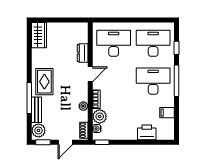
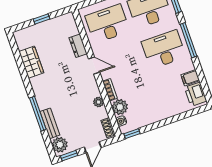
window: (60, 20) -> (41, 19), added
wardrobe: (39, 35) -> (31, 62), moved
door: (90, 74) -> (94, 65), hinge flipped
rug: (44, 82) -> (48, 90), removed
printer: (147, 132) -> (196, 94), moved, turned -90

